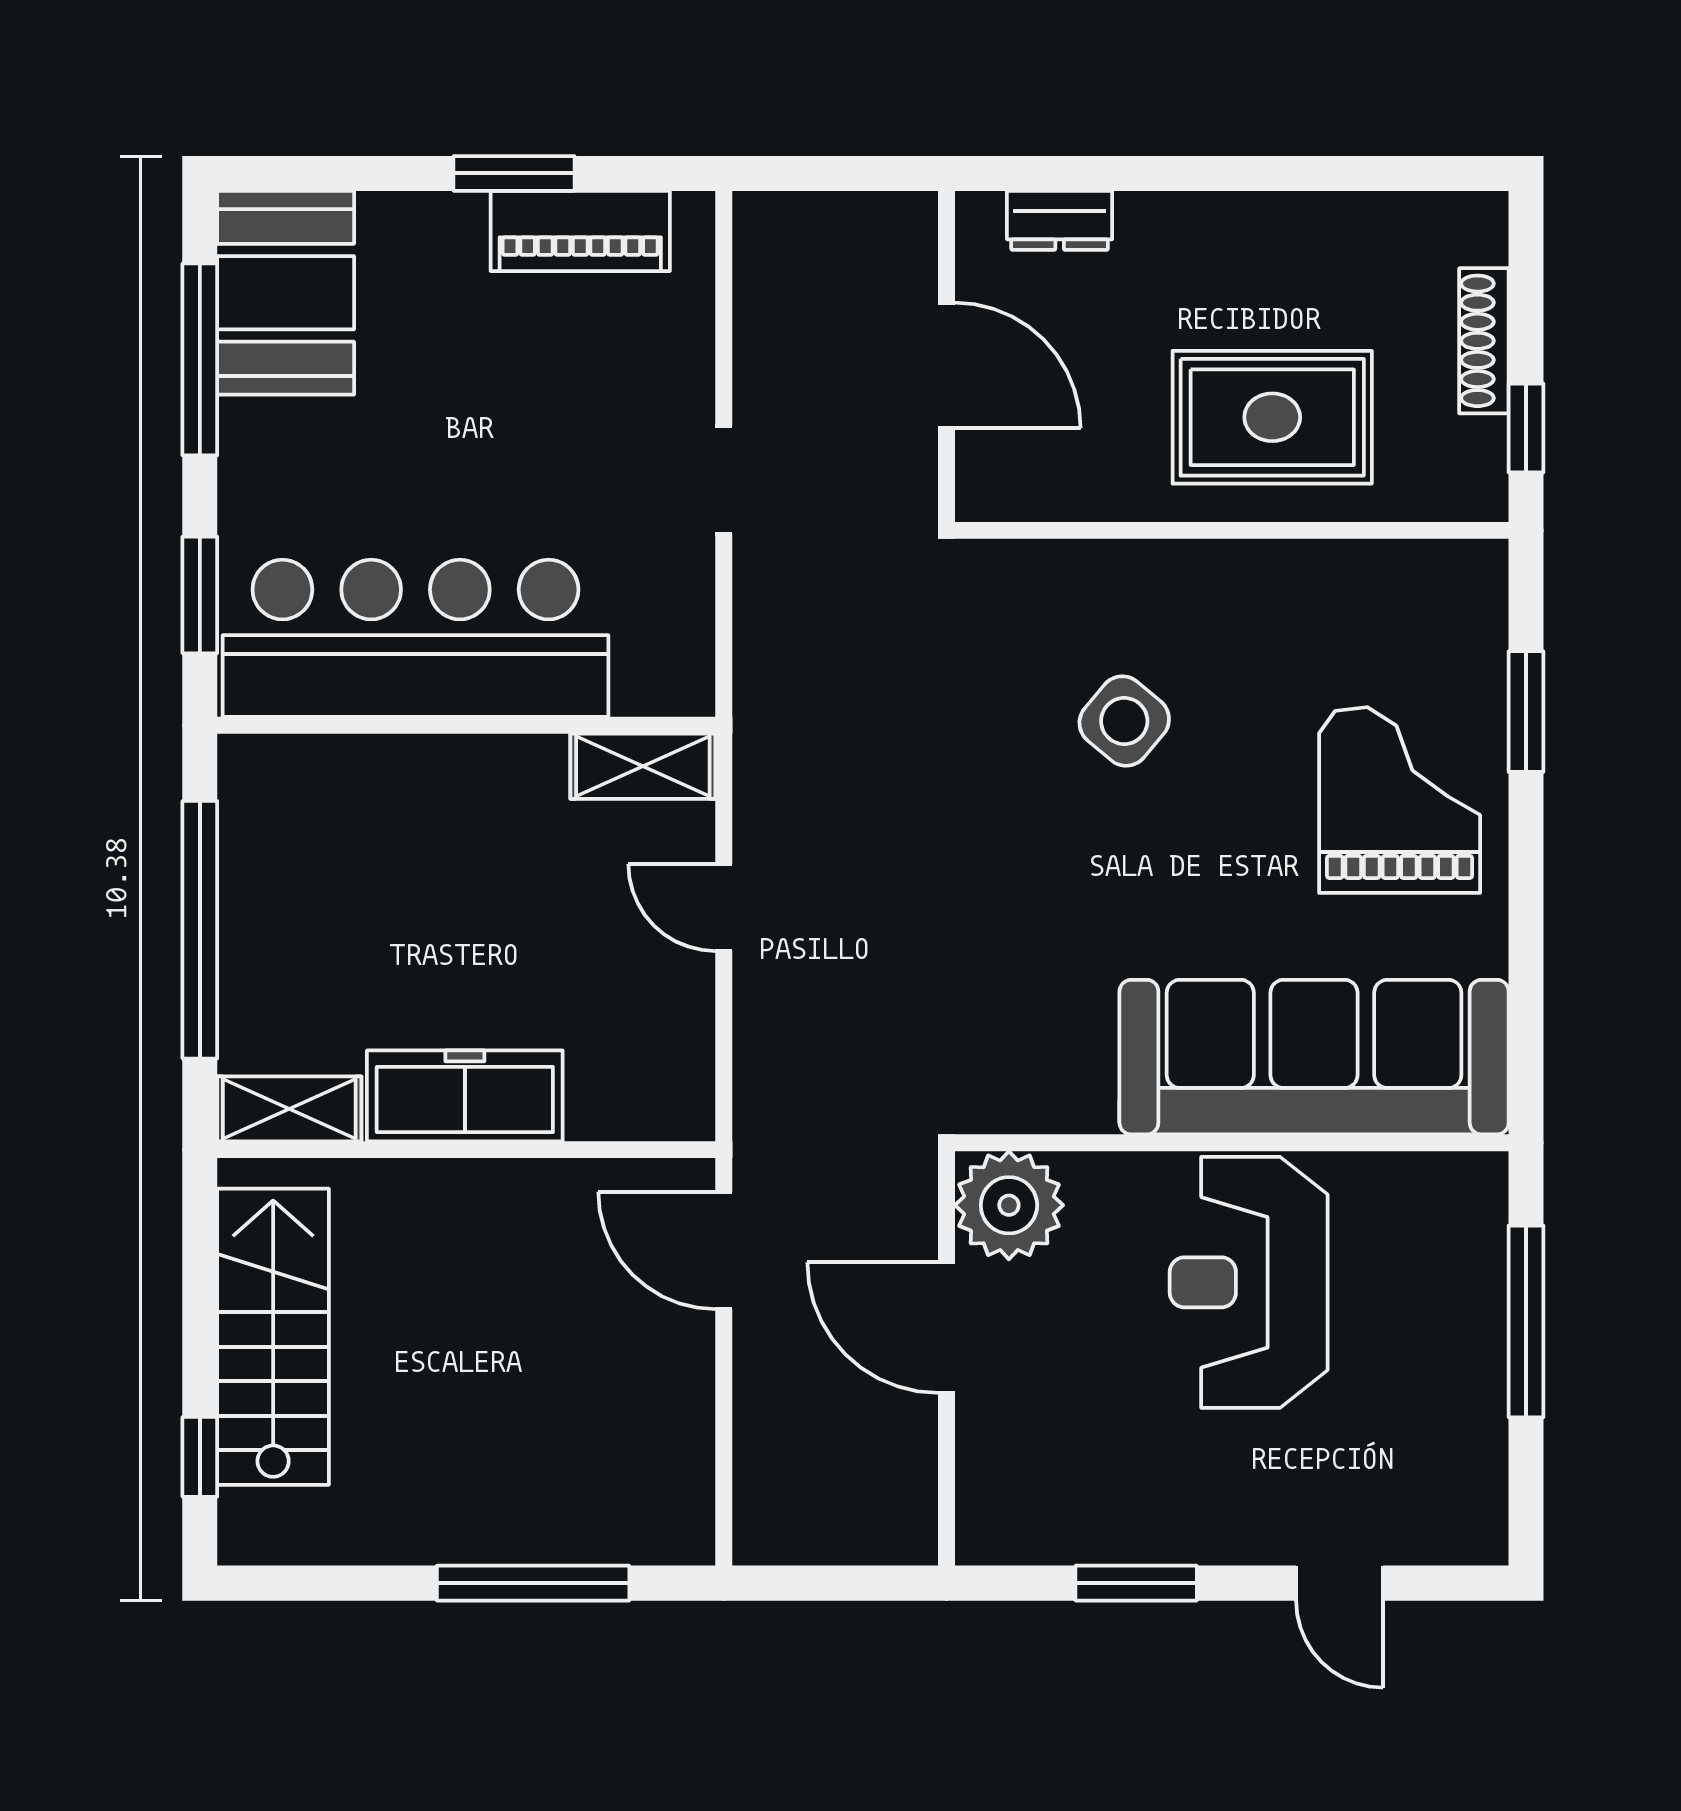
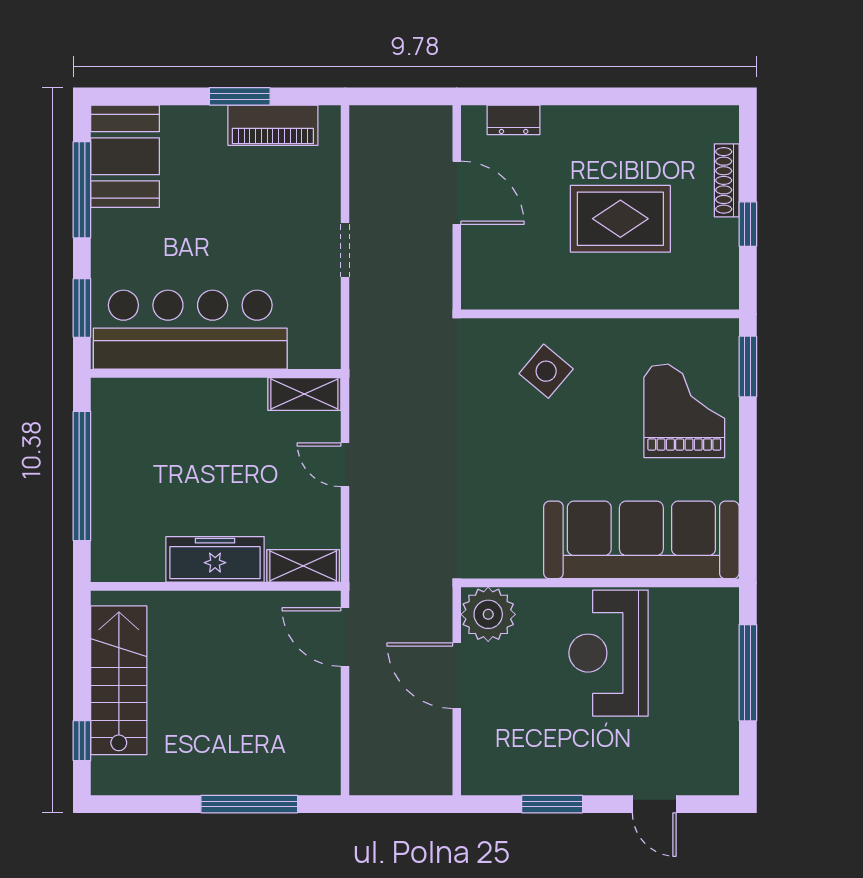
wall: (1232, 530) -> (600, 314), moved
shelving: (289, 1109) -> (303, 566), moved

